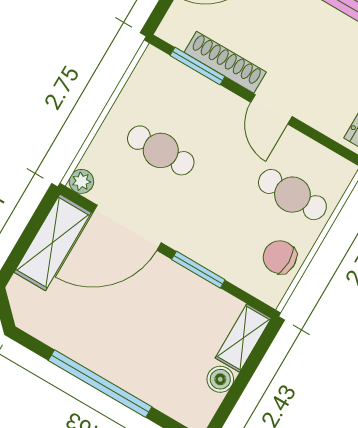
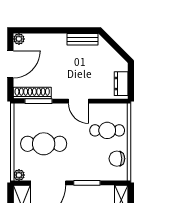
shoe rack: (225, 62) -> (32, 93), moved
cafe table: (161, 150) -> (44, 144), width x1.37, depth x1.35

